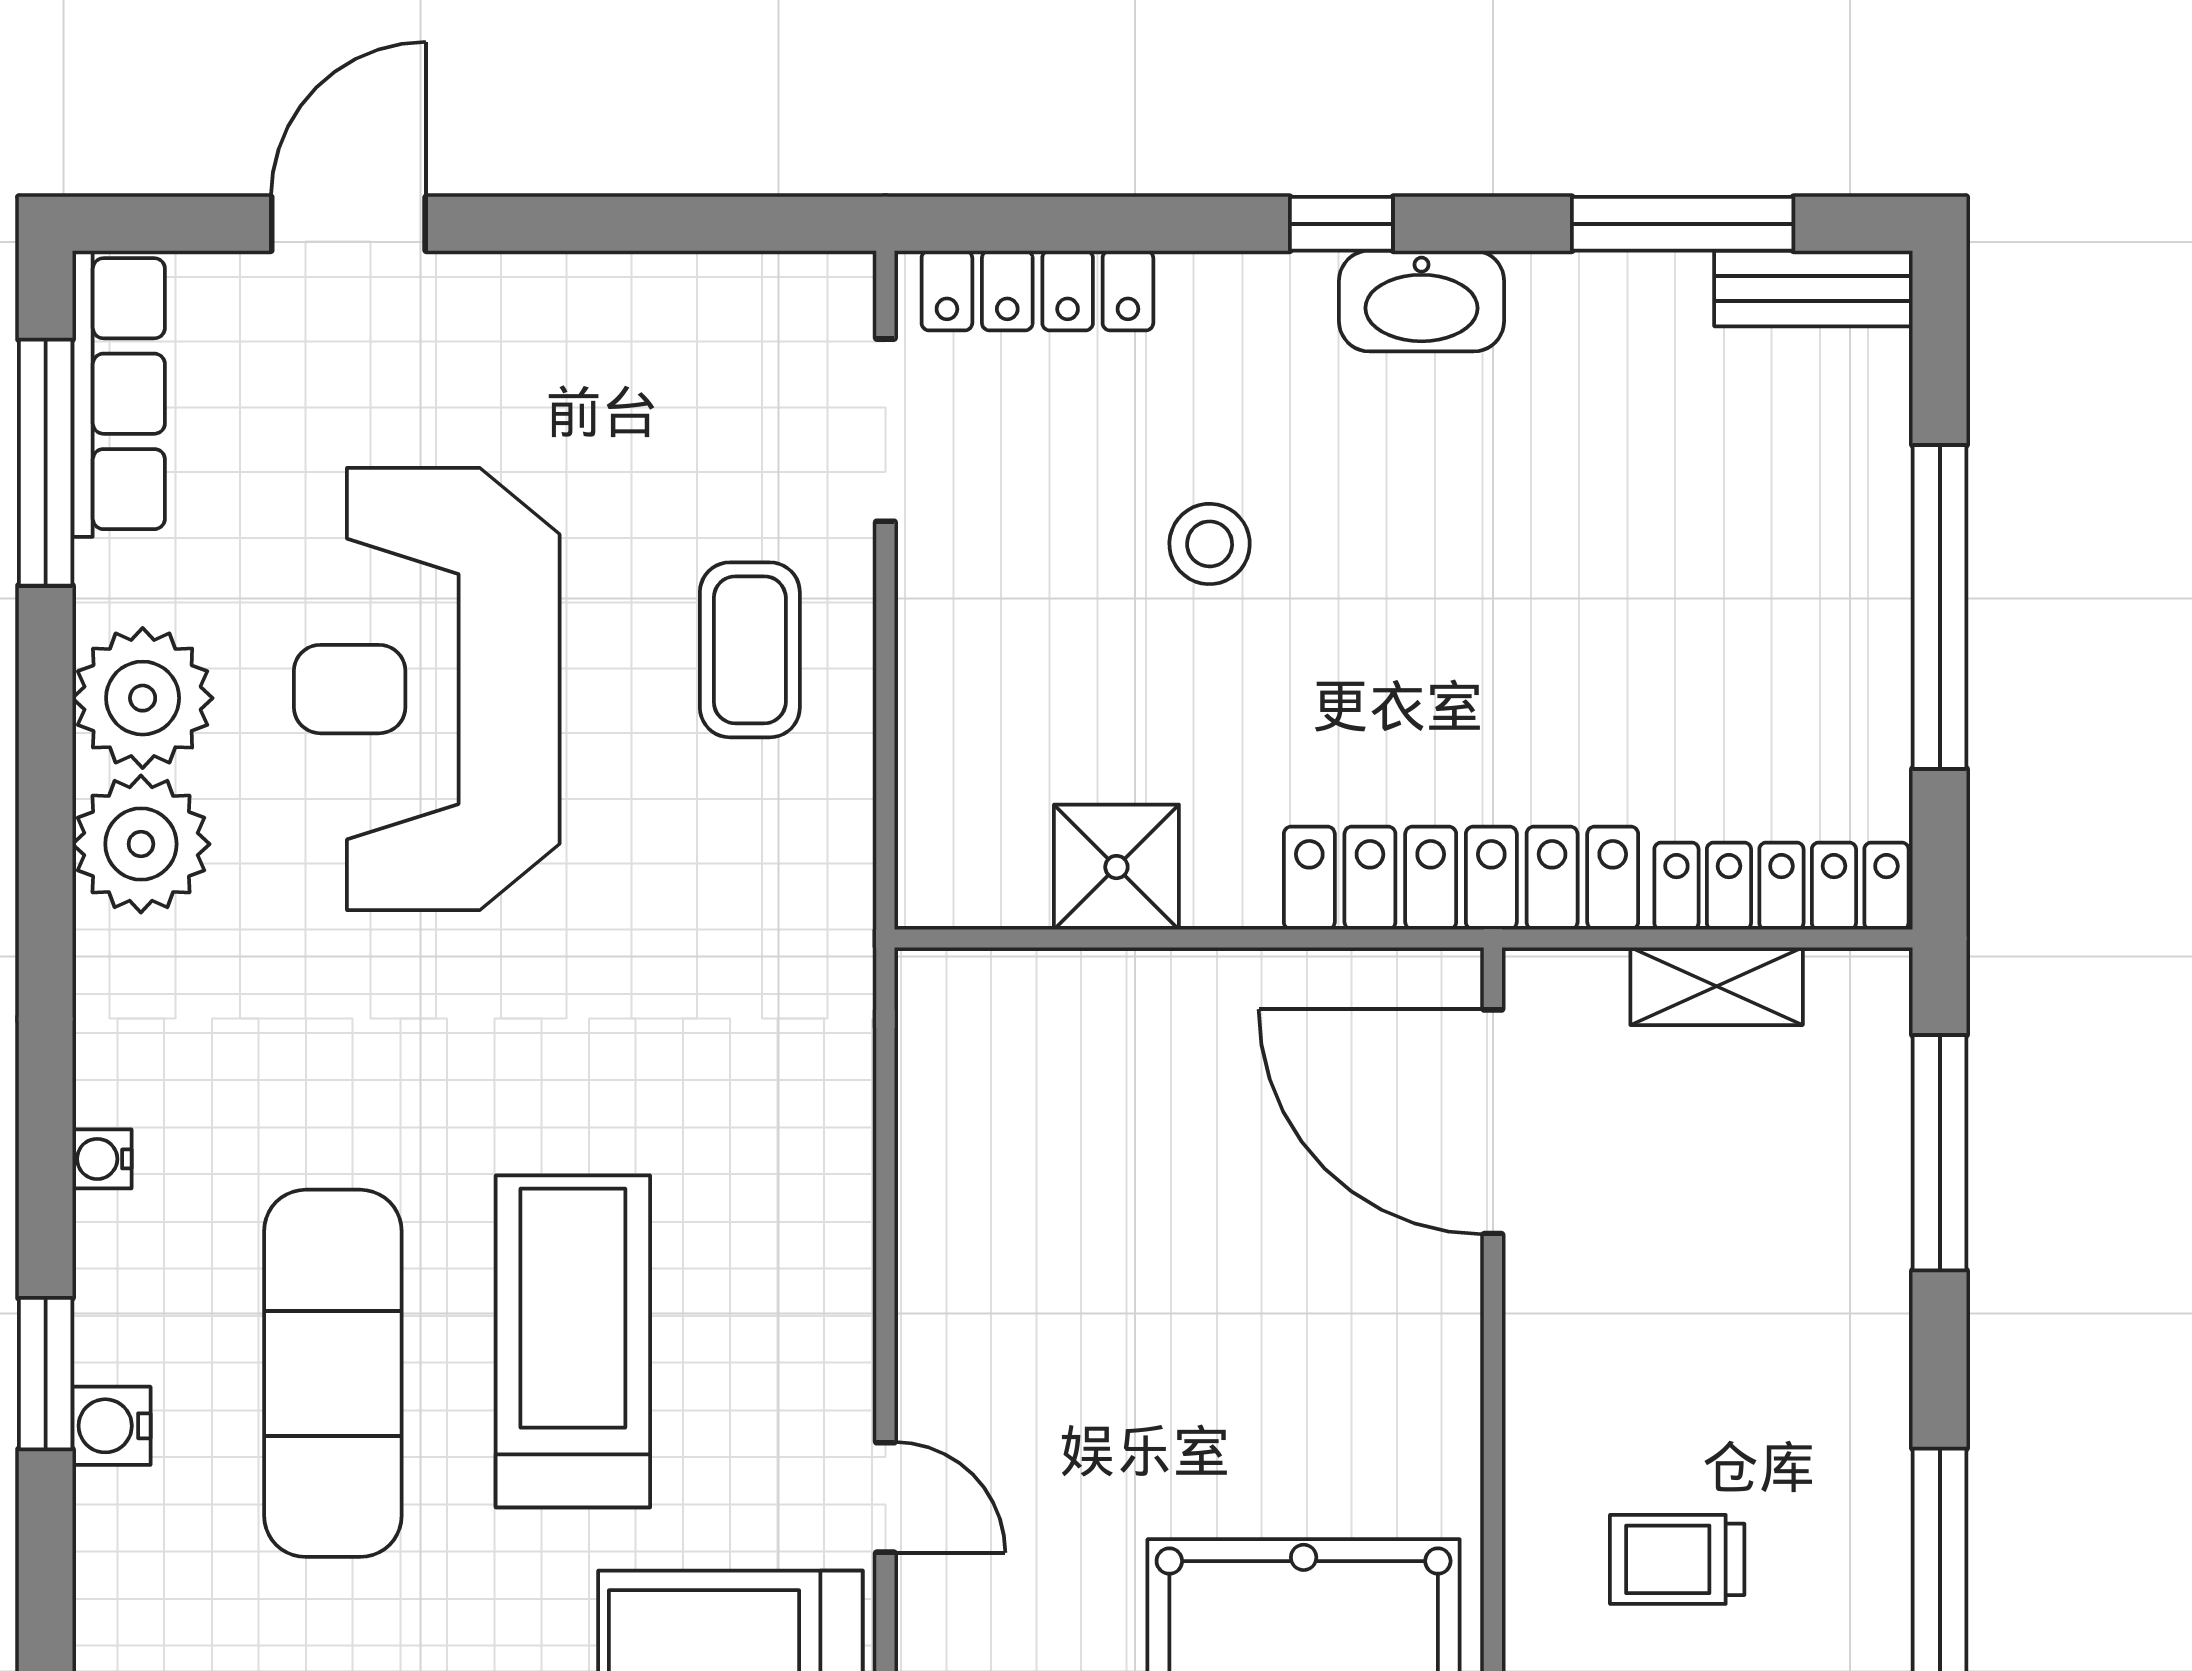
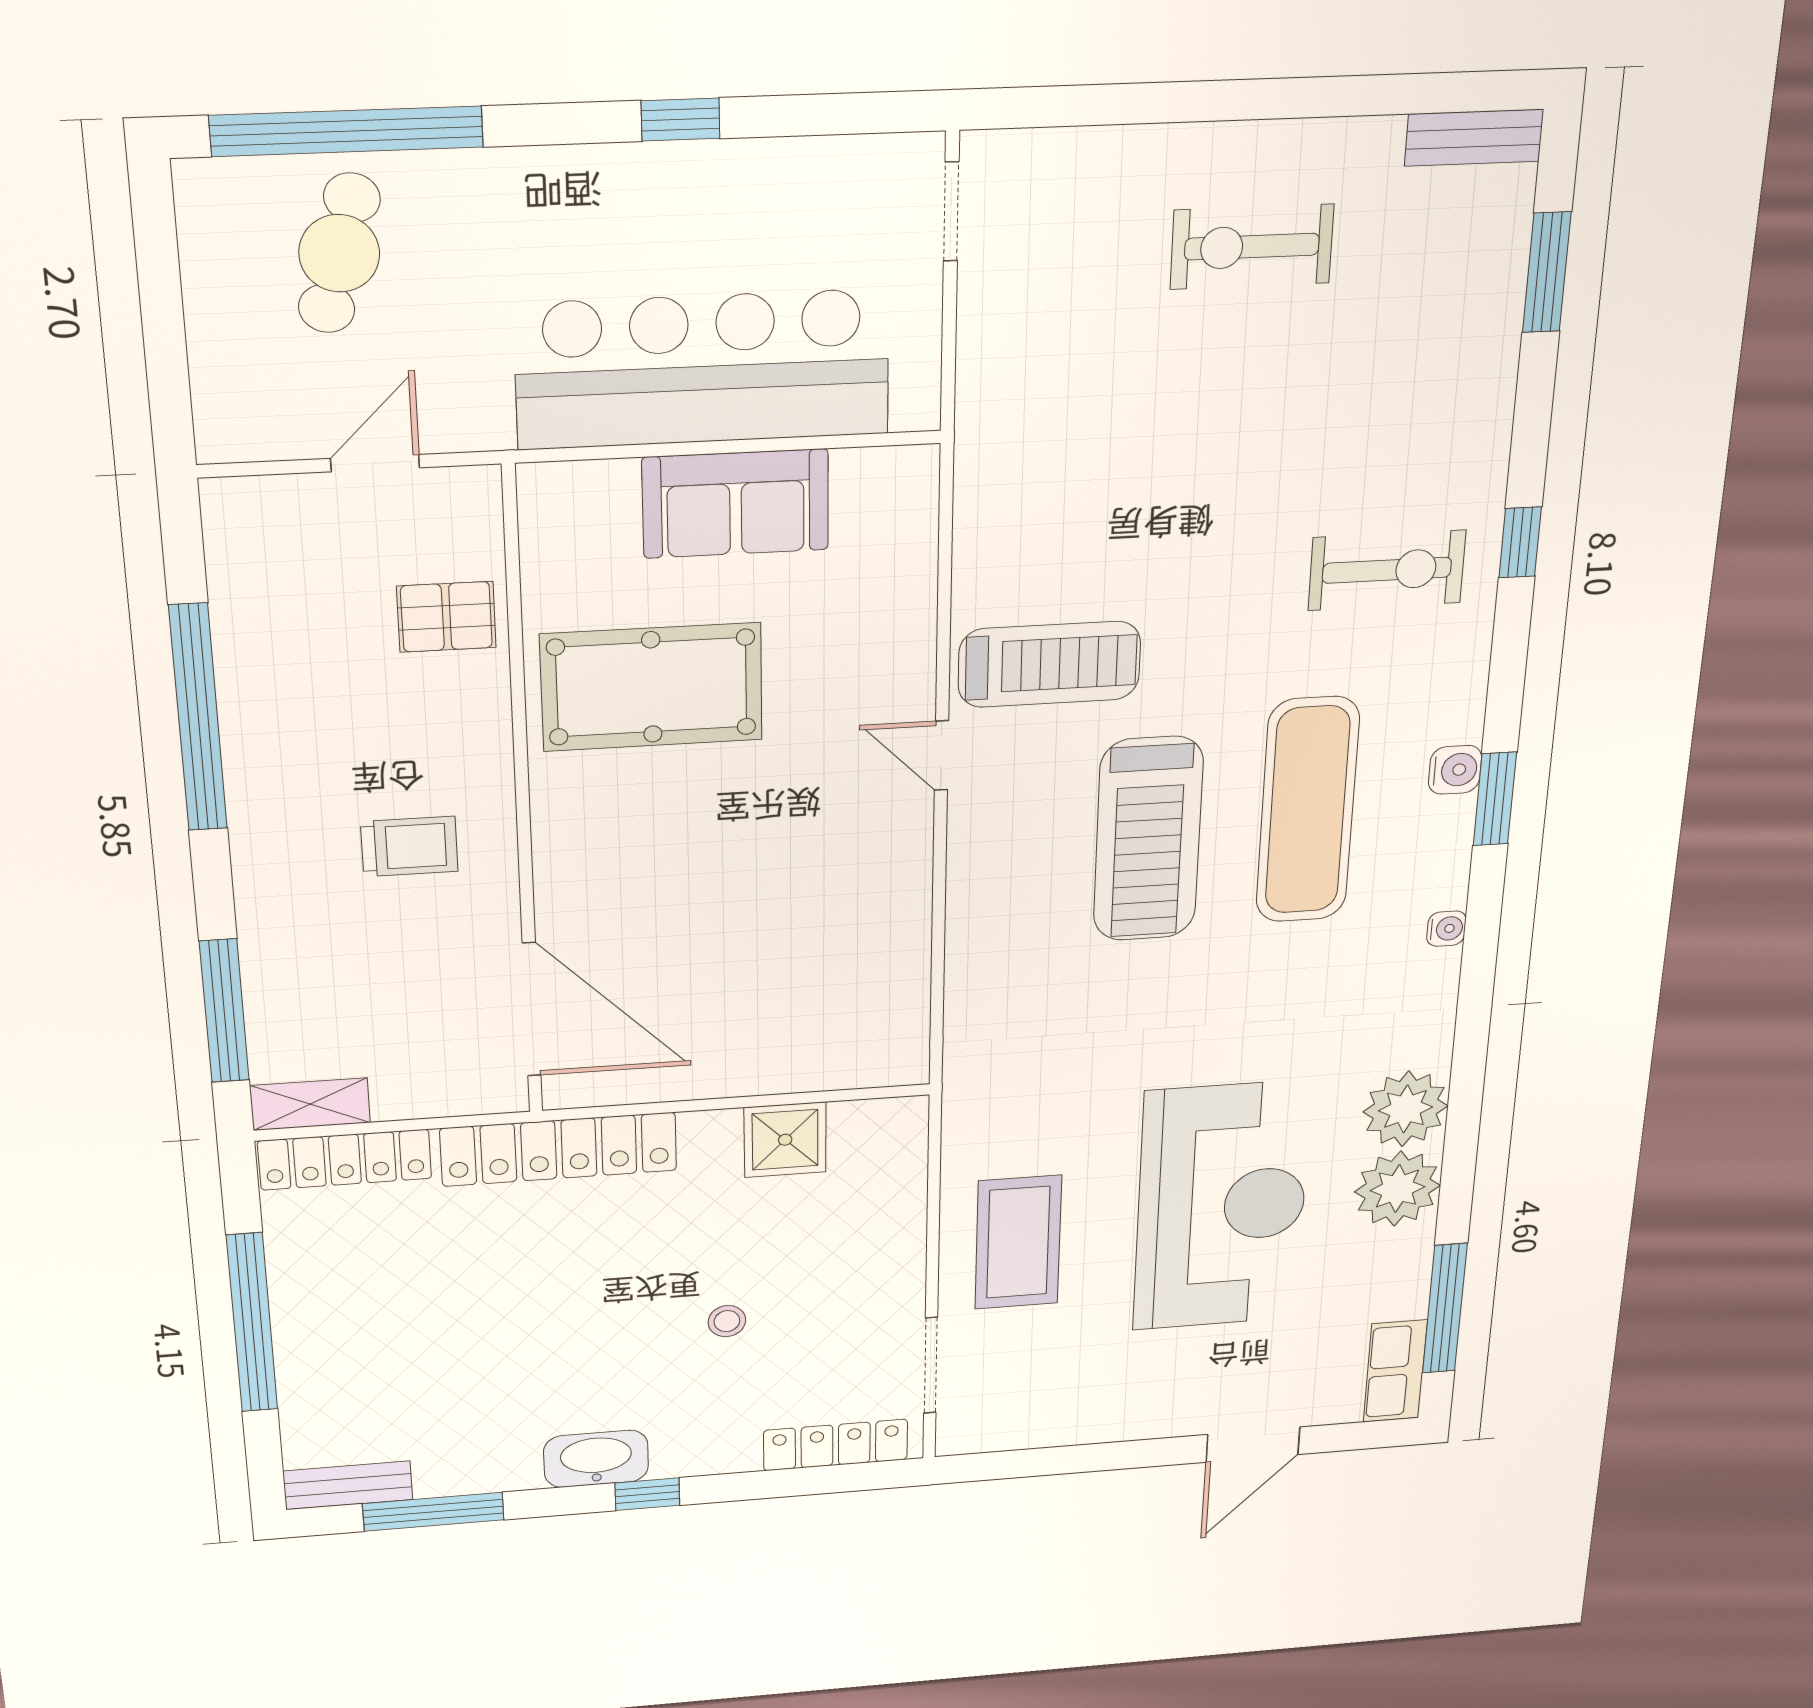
row of seats: (119, 394) -> (1395, 1371), width x0.68
stool: (1210, 544) -> (727, 1321), width x0.73, depth x0.73
coffee table: (750, 650) -> (1018, 1242), width x1.36, depth x1.32
shelving: (1717, 986) -> (310, 1104), moved
trolley: (1677, 1559) -> (409, 846), moved

